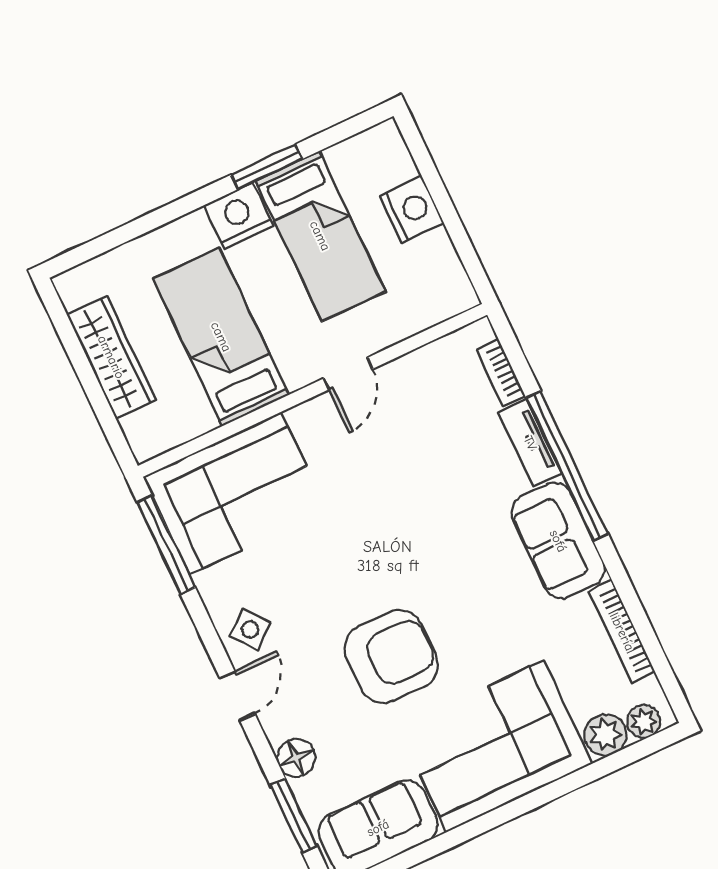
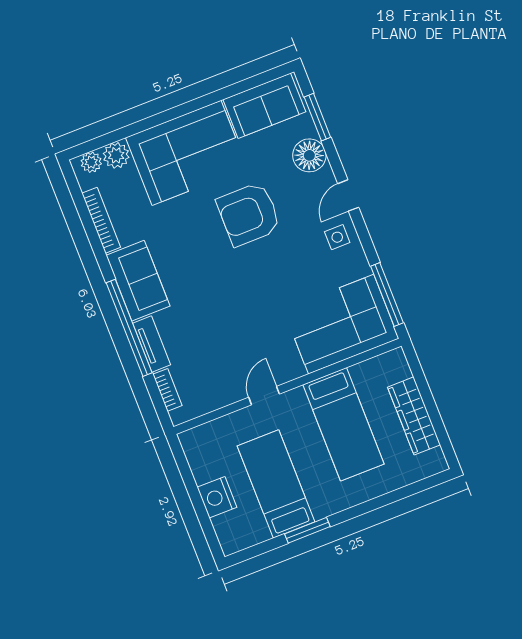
nightstand: (239, 216) -> (327, 500), removed
side table: (250, 630) -> (337, 237), turned 38
floor lamp: (296, 758) -> (309, 155), width x1.38, depth x1.38

